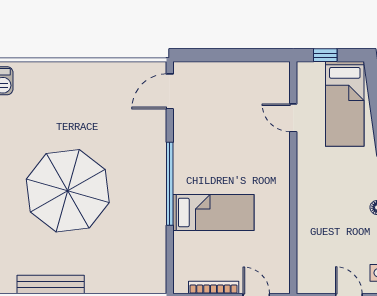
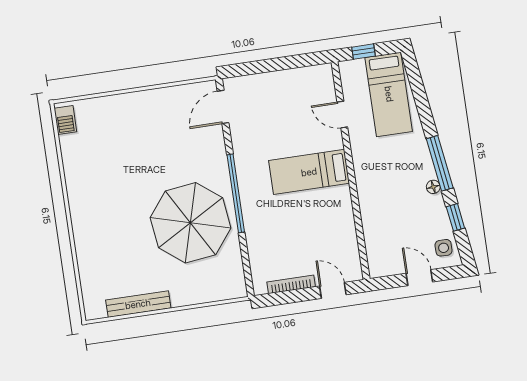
parasol: (68, 191) -> (191, 223), moved
bed: (213, 212) -> (309, 172), moved, turned 180

